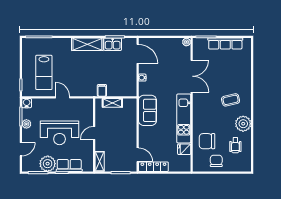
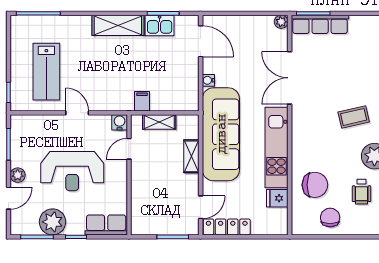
row of seats: (225, 44) -> (320, 24), moved
double door: (192, 76) -> (290, 78), swing flipped
water cooler: (27, 103) -> (120, 122), moved
sofa: (147, 110) -> (221, 134), width x1.85, depth x1.27
plant: (26, 124) -> (18, 175), moved
door: (94, 133) -> (129, 149), moved
chair: (207, 141) -> (315, 185), turned 180
door: (138, 155) -> (201, 207), hinge flipped
shelving: (100, 161) -> (191, 156), moved
row of seats: (69, 165) -> (106, 225), moved

